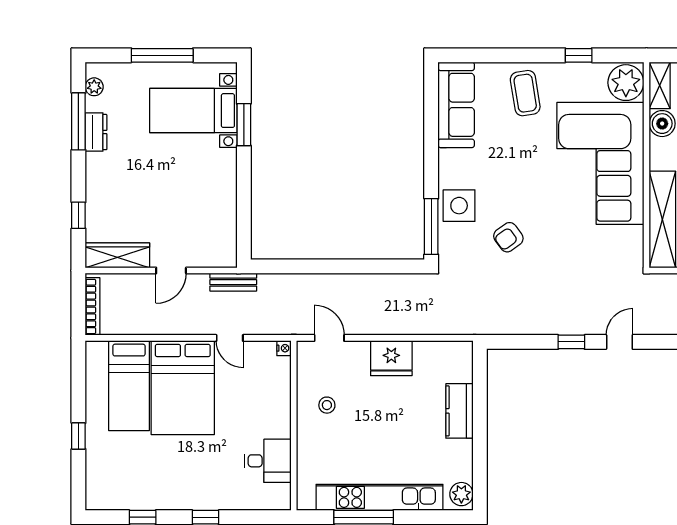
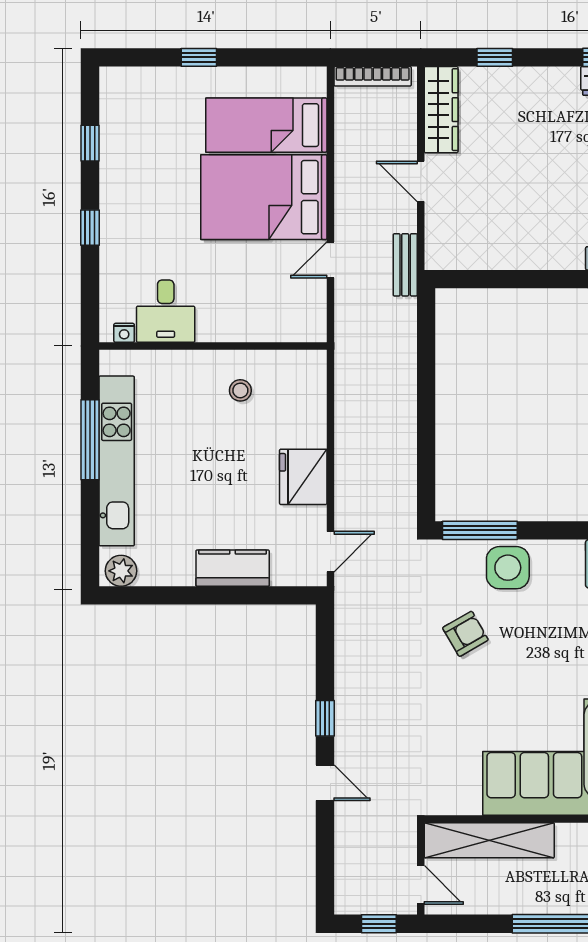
armchair: (508, 237) -> (465, 634), turned 96
door: (329, 338) -> (330, 552), moved
nightstand: (284, 348) -> (124, 333), moved

